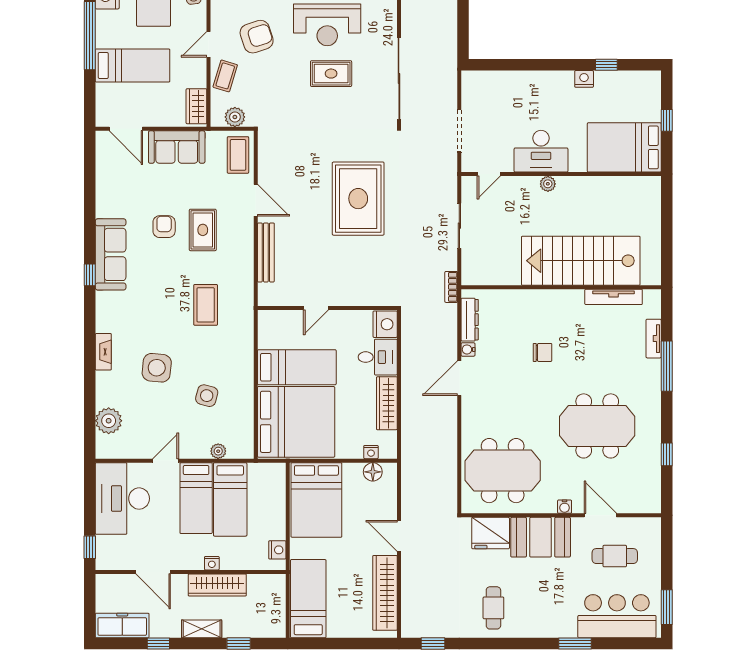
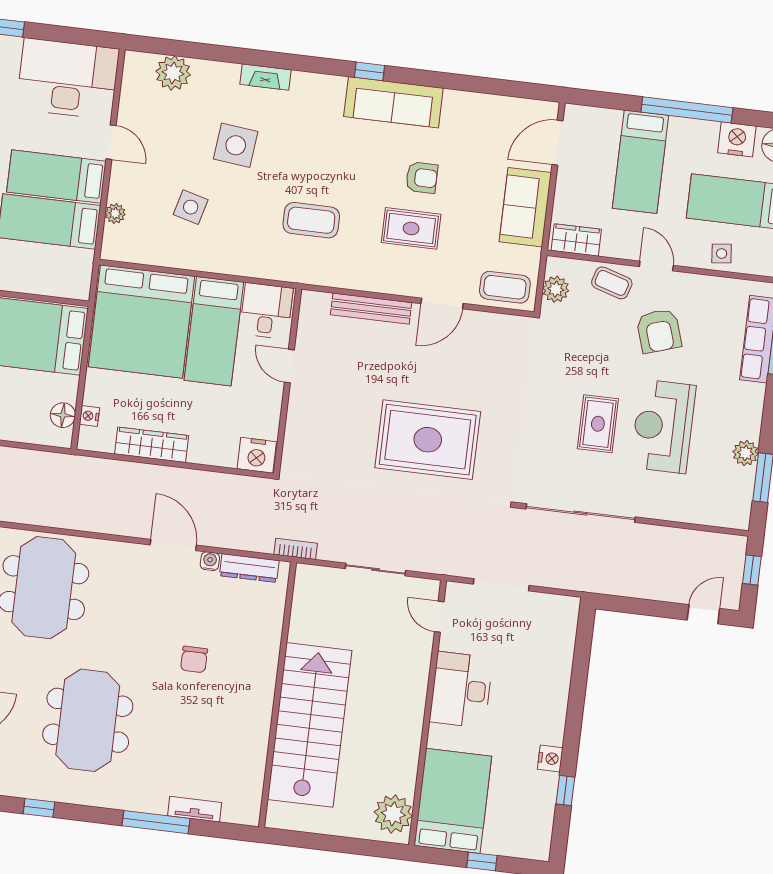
plant: (548, 184) -> (393, 814), moved, width x1.87, depth x1.87
tv unit: (614, 297) -> (256, 763), removed
desk: (378, 357) -> (266, 311), moved, turned 180

